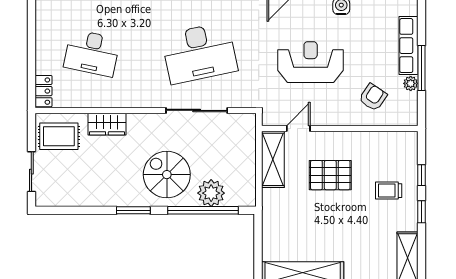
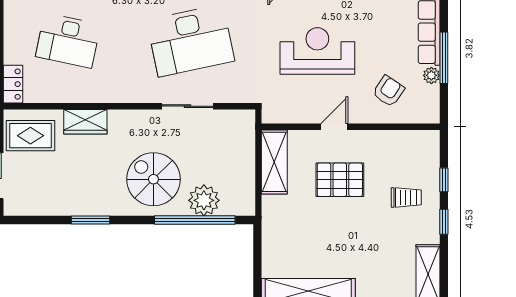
sliding door: (197, 110) -> (188, 106), width x0.73
door: (298, 128) -> (334, 127), moved
trolley: (389, 191) -> (406, 197), turned 180
window: (133, 210) -> (91, 220), moved

